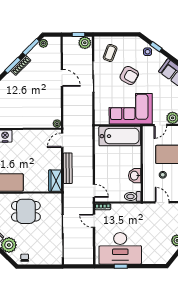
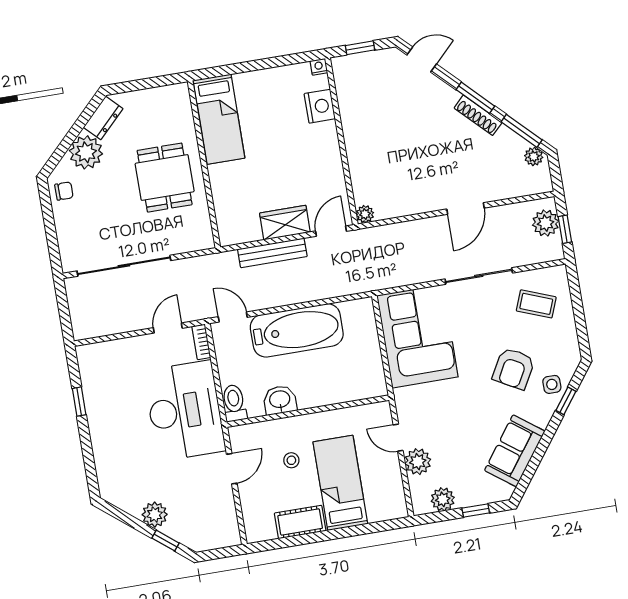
plant: (85, 43) -> (546, 223), moved
armchair: (129, 75) -> (514, 369), moved
corner sofa: (131, 109) -> (417, 336), moved
bathtub: (120, 136) -> (297, 330), moved, turned -90
door: (62, 140) -> (331, 231), hinge flipped
wardrobe: (55, 181) -> (285, 223), moved
door: (94, 191) -> (233, 317), swing flipped
desk: (120, 248) -> (185, 411), moved, turned 180

